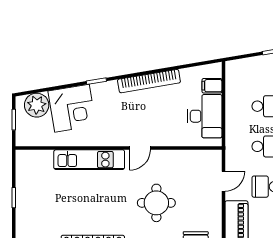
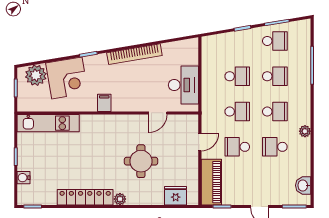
filing cabinet: (212, 86) -> (104, 103), moved, turned 90
door: (140, 148) -> (158, 113), moved
kitchen unit: (89, 160) -> (48, 123), moved
water cooler: (23, 222) -> (24, 178), added

